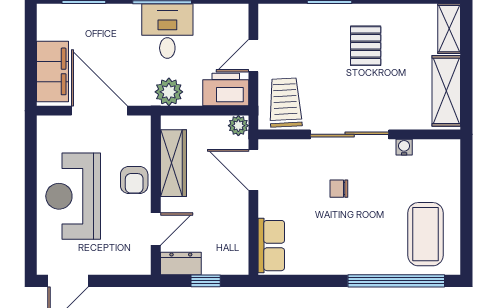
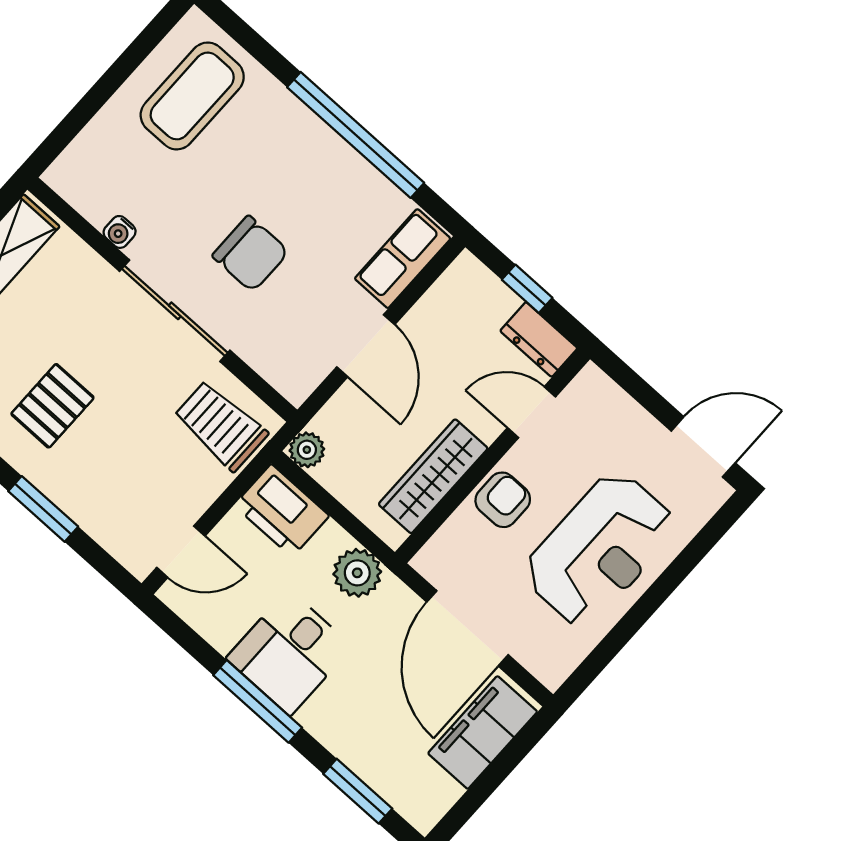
door: (253, 56) -> (181, 552), moved
trolley: (285, 103) -> (221, 426), turned 93
door: (253, 170) -> (366, 346), moved
chair: (339, 189) -> (251, 254), width x1.87, depth x1.87
window: (396, 281) -> (356, 135), moved

